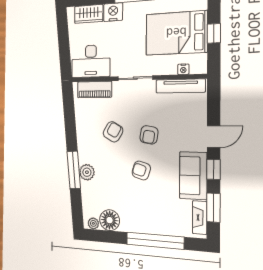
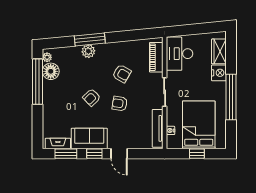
armchair: (141, 170) -> (92, 97), turned -151
window: (155, 241) -> (38, 82), moved

